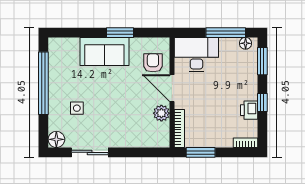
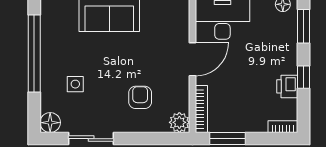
armchair: (153, 63) -> (140, 97), moved
door: (172, 88) -> (192, 59), swing flipped
plant: (161, 113) -> (179, 122), moved

